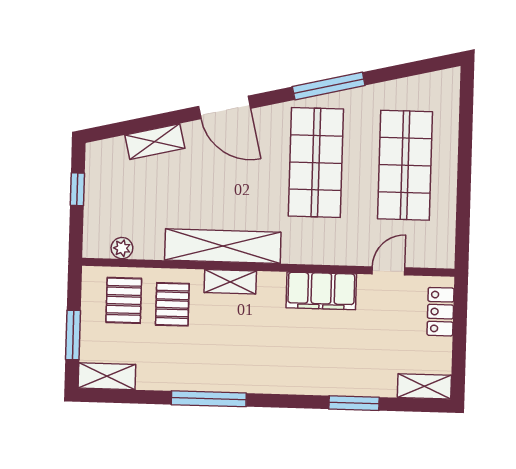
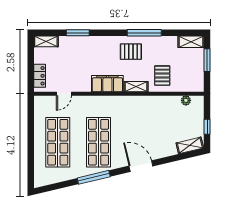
shelving: (155, 142) -> (190, 145), moved
shelving: (223, 246) -> (140, 103), removed
filing cabinet: (321, 291) -> (107, 84), moved
pallet: (124, 300) -> (131, 52), moved, turned 90

